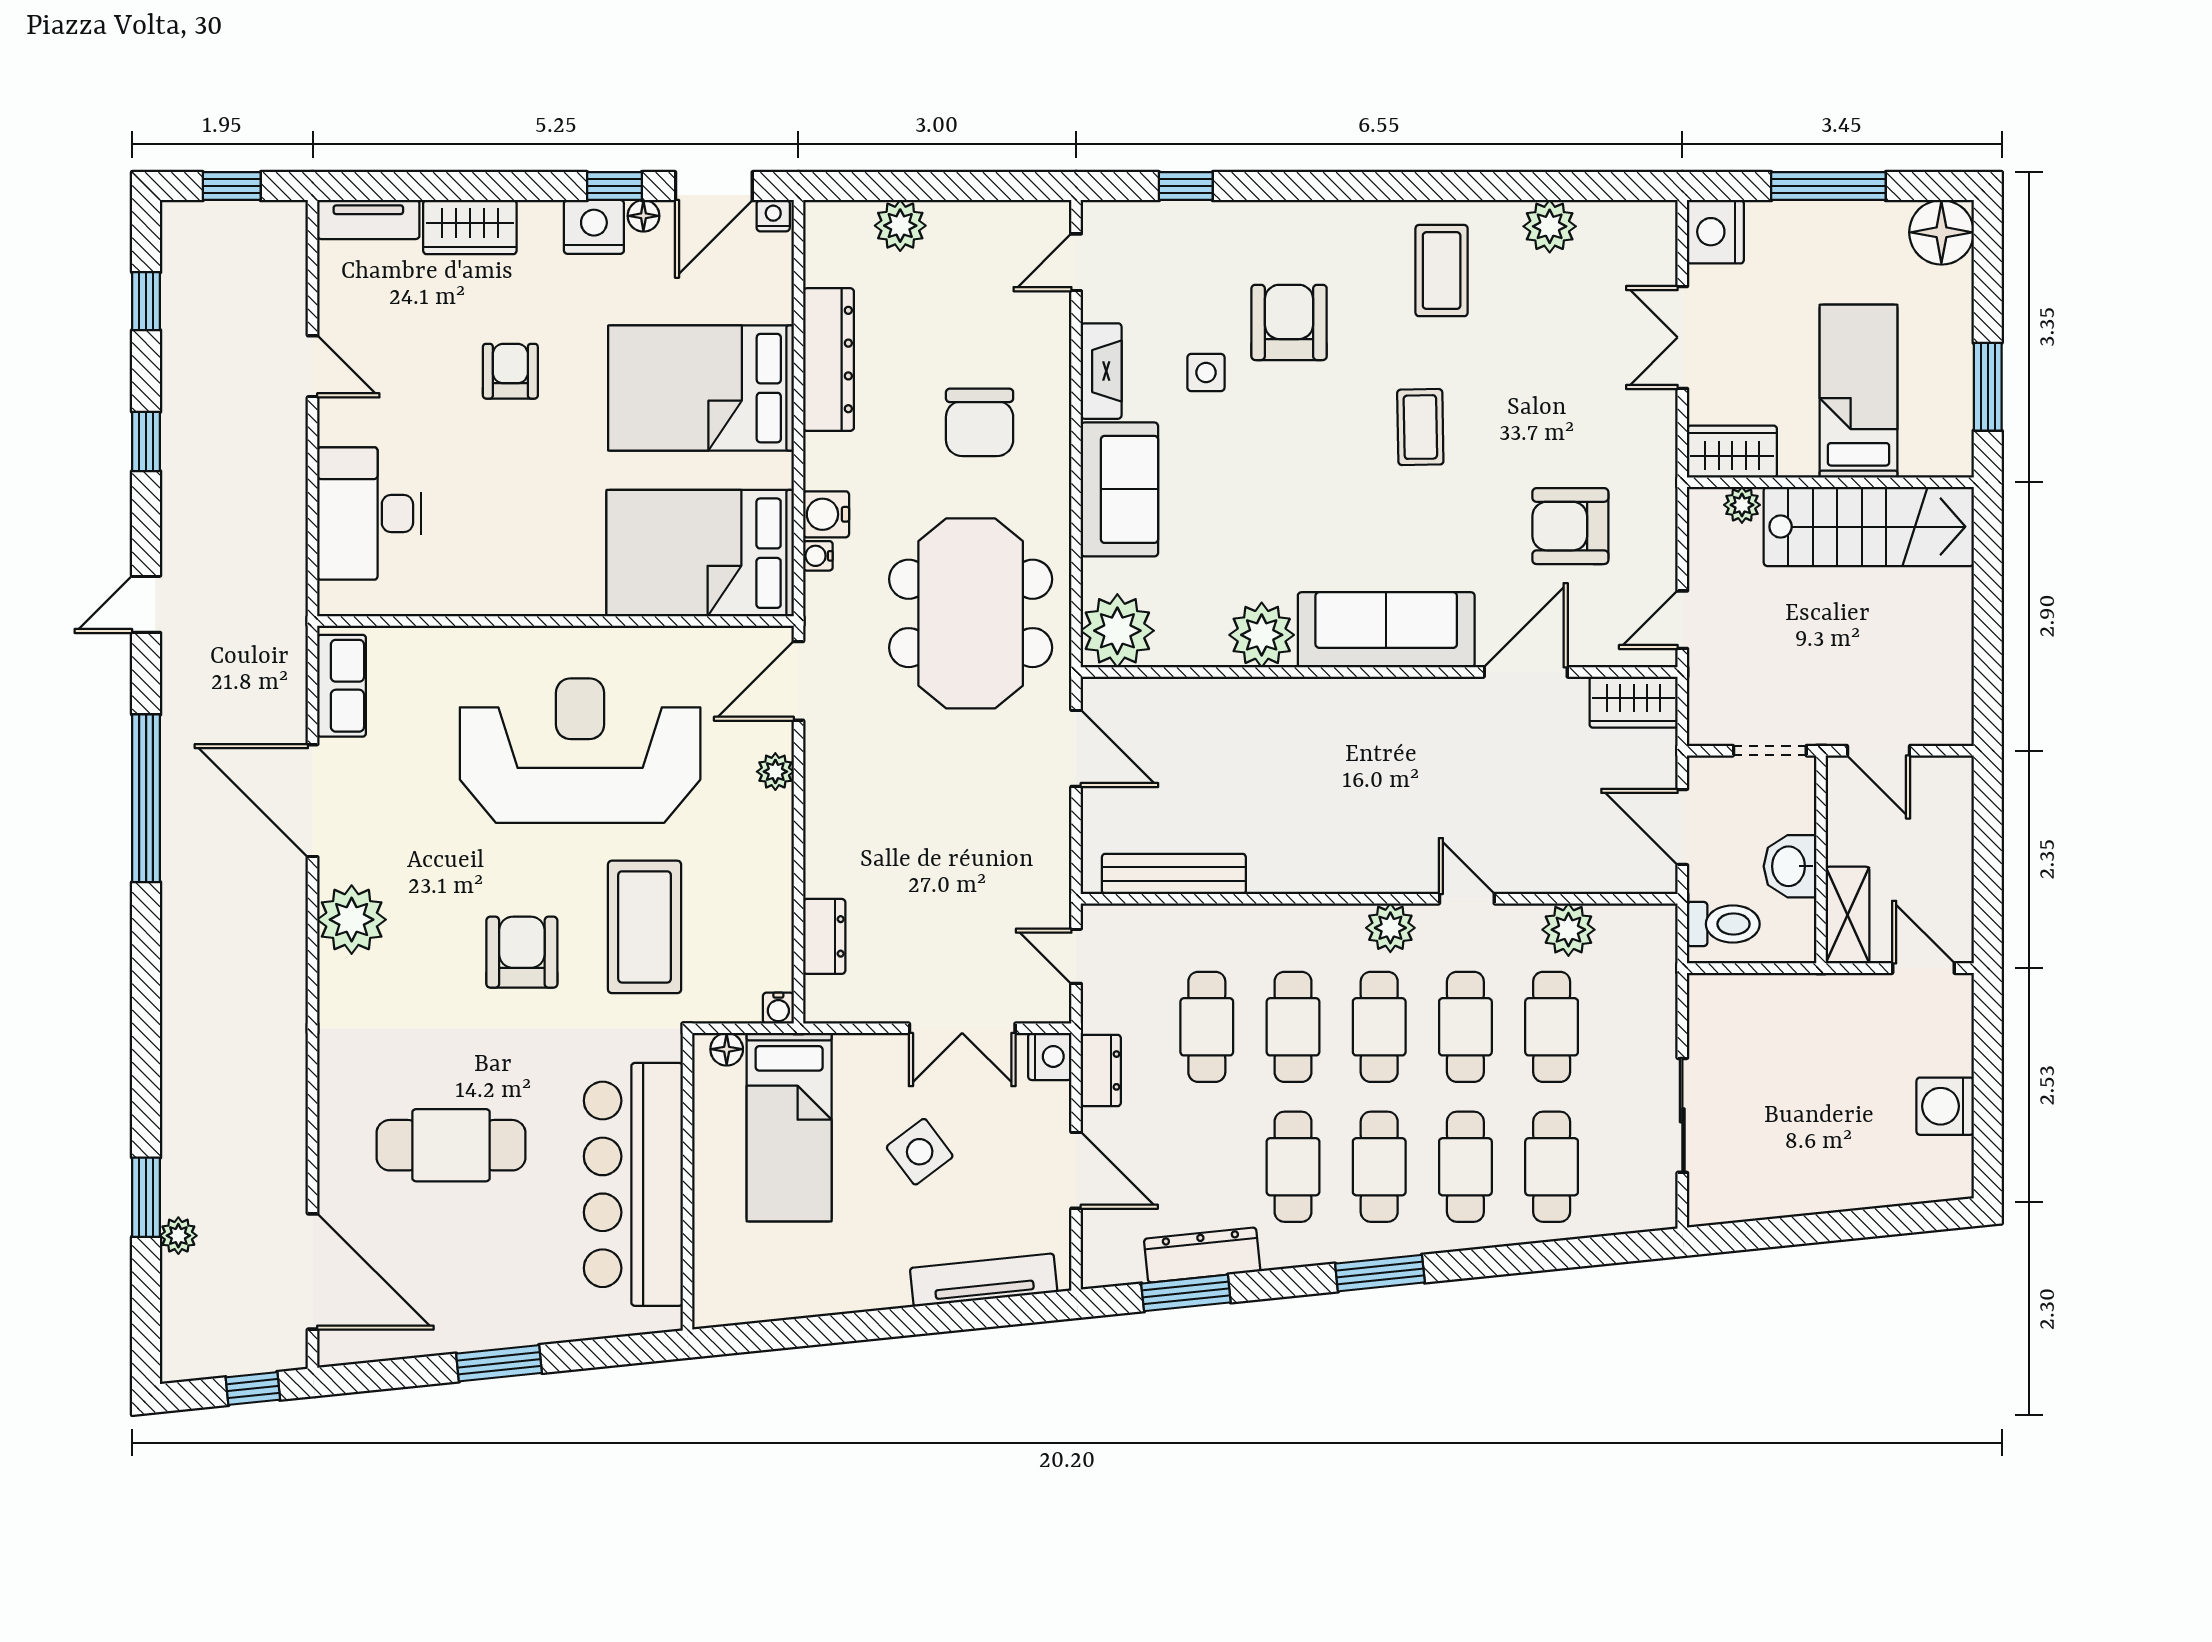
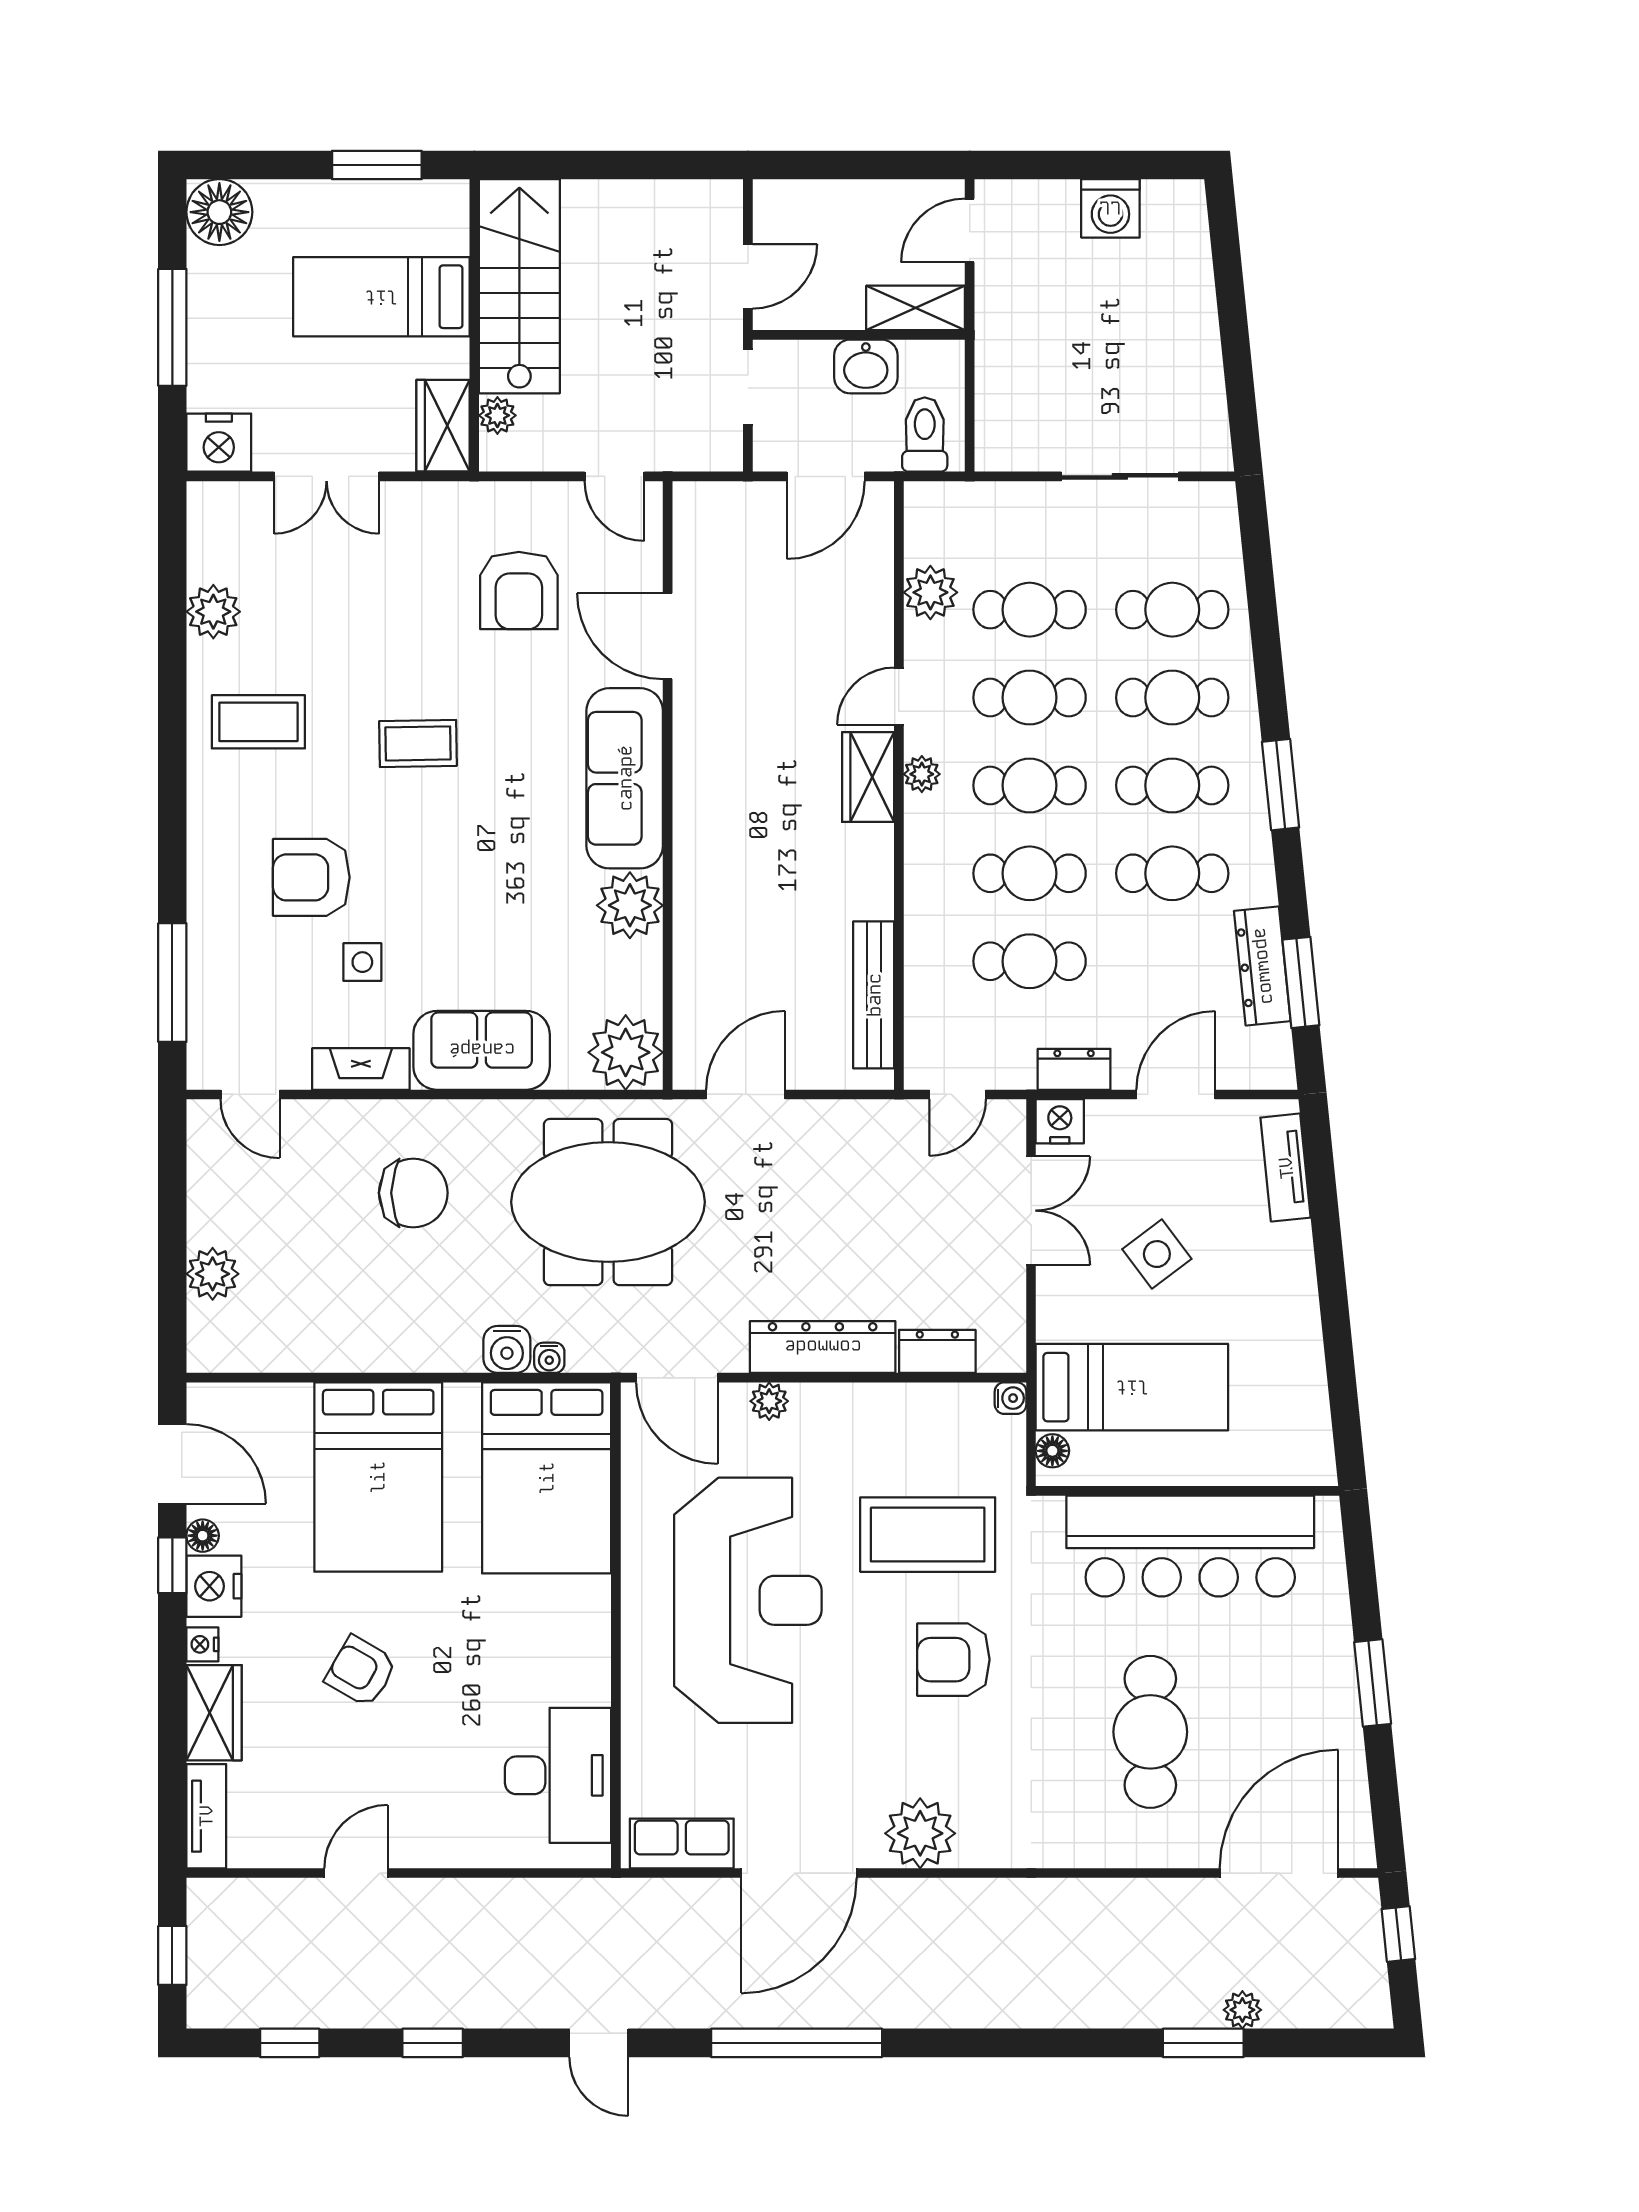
window: (1186, 186) -> (172, 983), width x2.17
nightstand: (773, 216) -> (202, 1644), moved
dresser: (829, 360) -> (823, 1347), moved
armchair: (510, 371) -> (361, 1671), turned 30
desk: (369, 513) -> (558, 1775), moved, turned -90
wardrobe: (1634, 702) -> (868, 777), moved, turned 180
reception desk: (580, 751) -> (748, 1600), turned 180
plant: (1390, 928) -> (922, 774), width x0.73, depth x0.73
tv unit: (984, 1280) -> (1286, 1168), width x0.71

